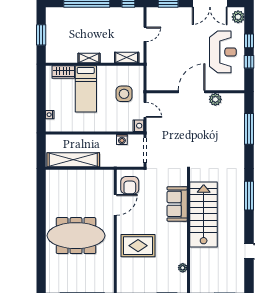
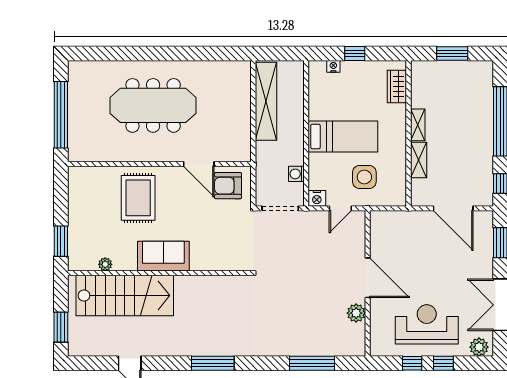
door: (145, 34) -> (453, 208), width x1.87
reception desk: (223, 52) -> (427, 324), turned 180
shelving: (127, 57) -> (419, 160), moved
bed: (86, 89) -> (343, 136), moved, turned 180
window: (41, 100) -> (355, 53), added
sofa: (177, 204) -> (163, 256), moved
stairs: (204, 215) -> (125, 295), moved
meeting table: (76, 236) -> (153, 105), turned 90

